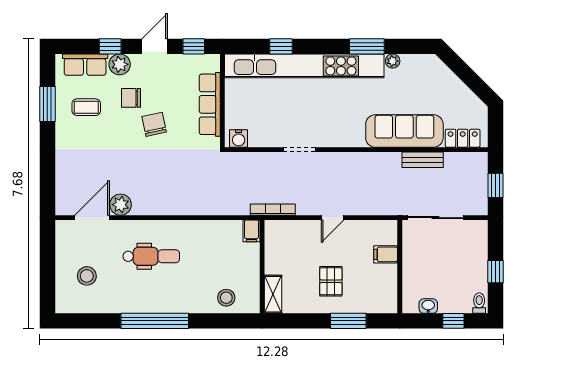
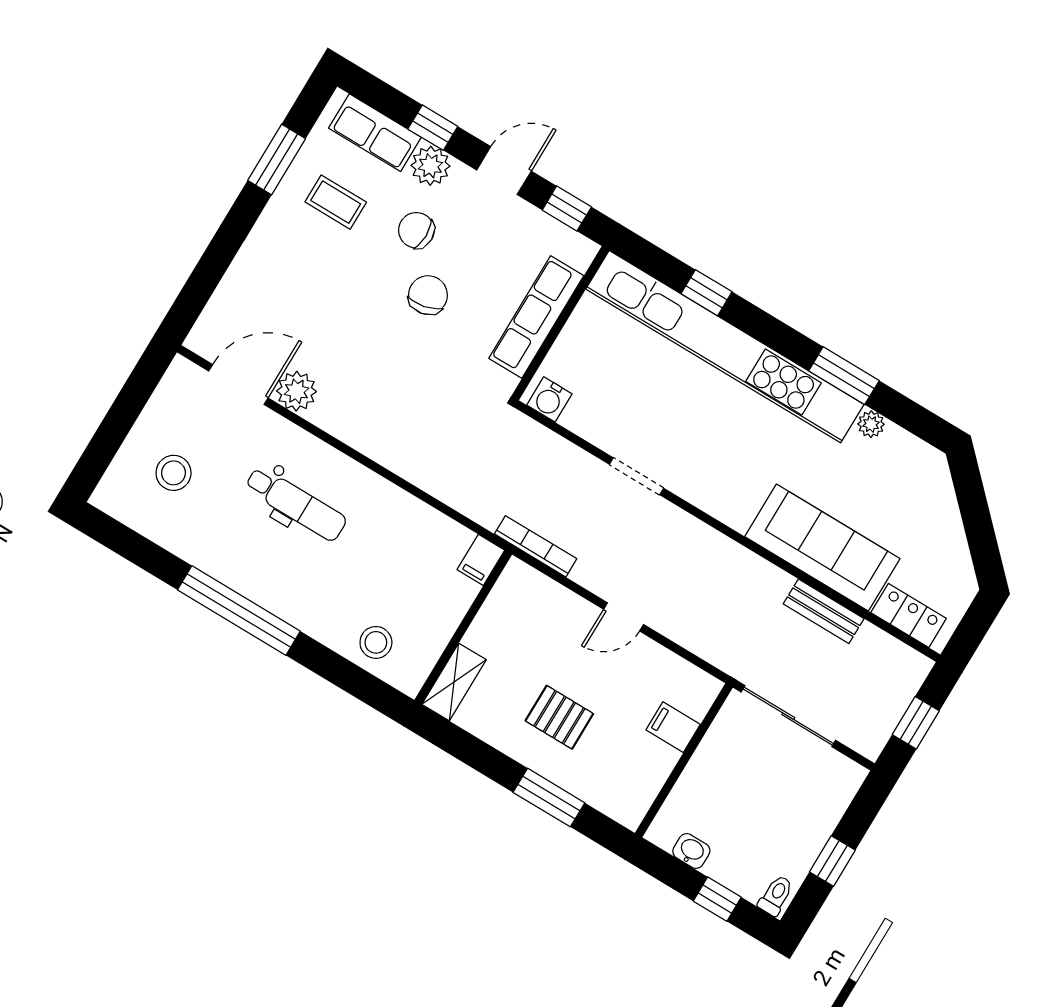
pallet: (331, 281) -> (559, 717), turned 90

